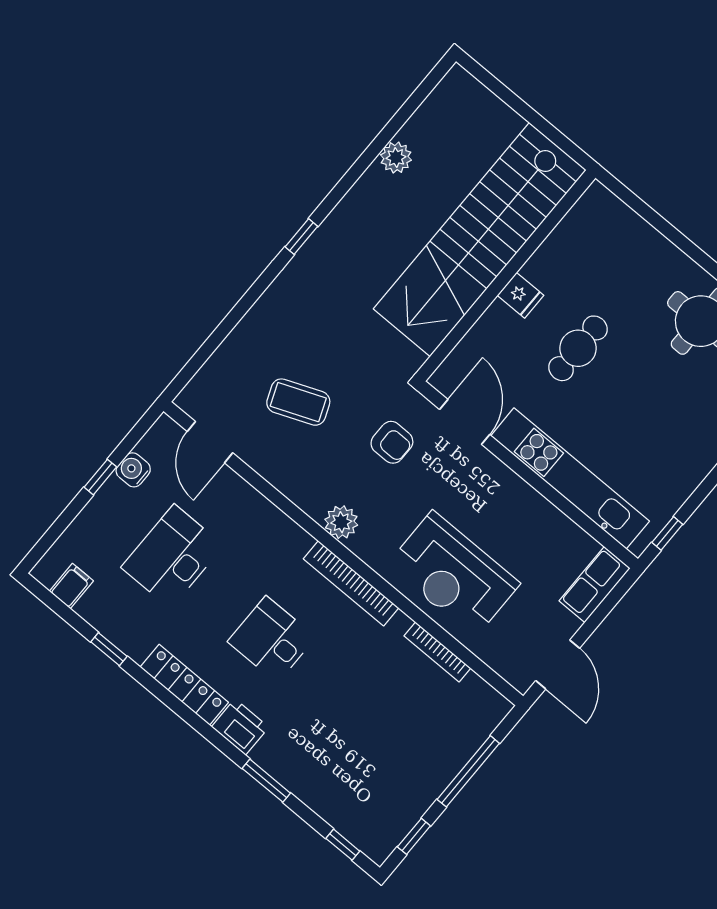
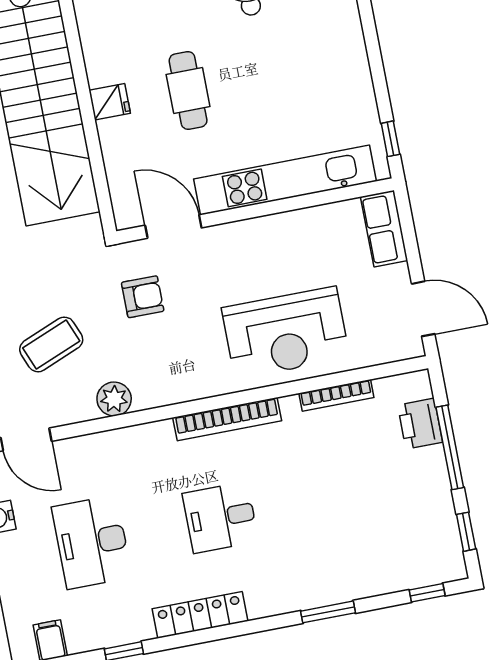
plant: (341, 522) -> (114, 399), moved
printer: (240, 727) -> (420, 424), moved, turned -90

